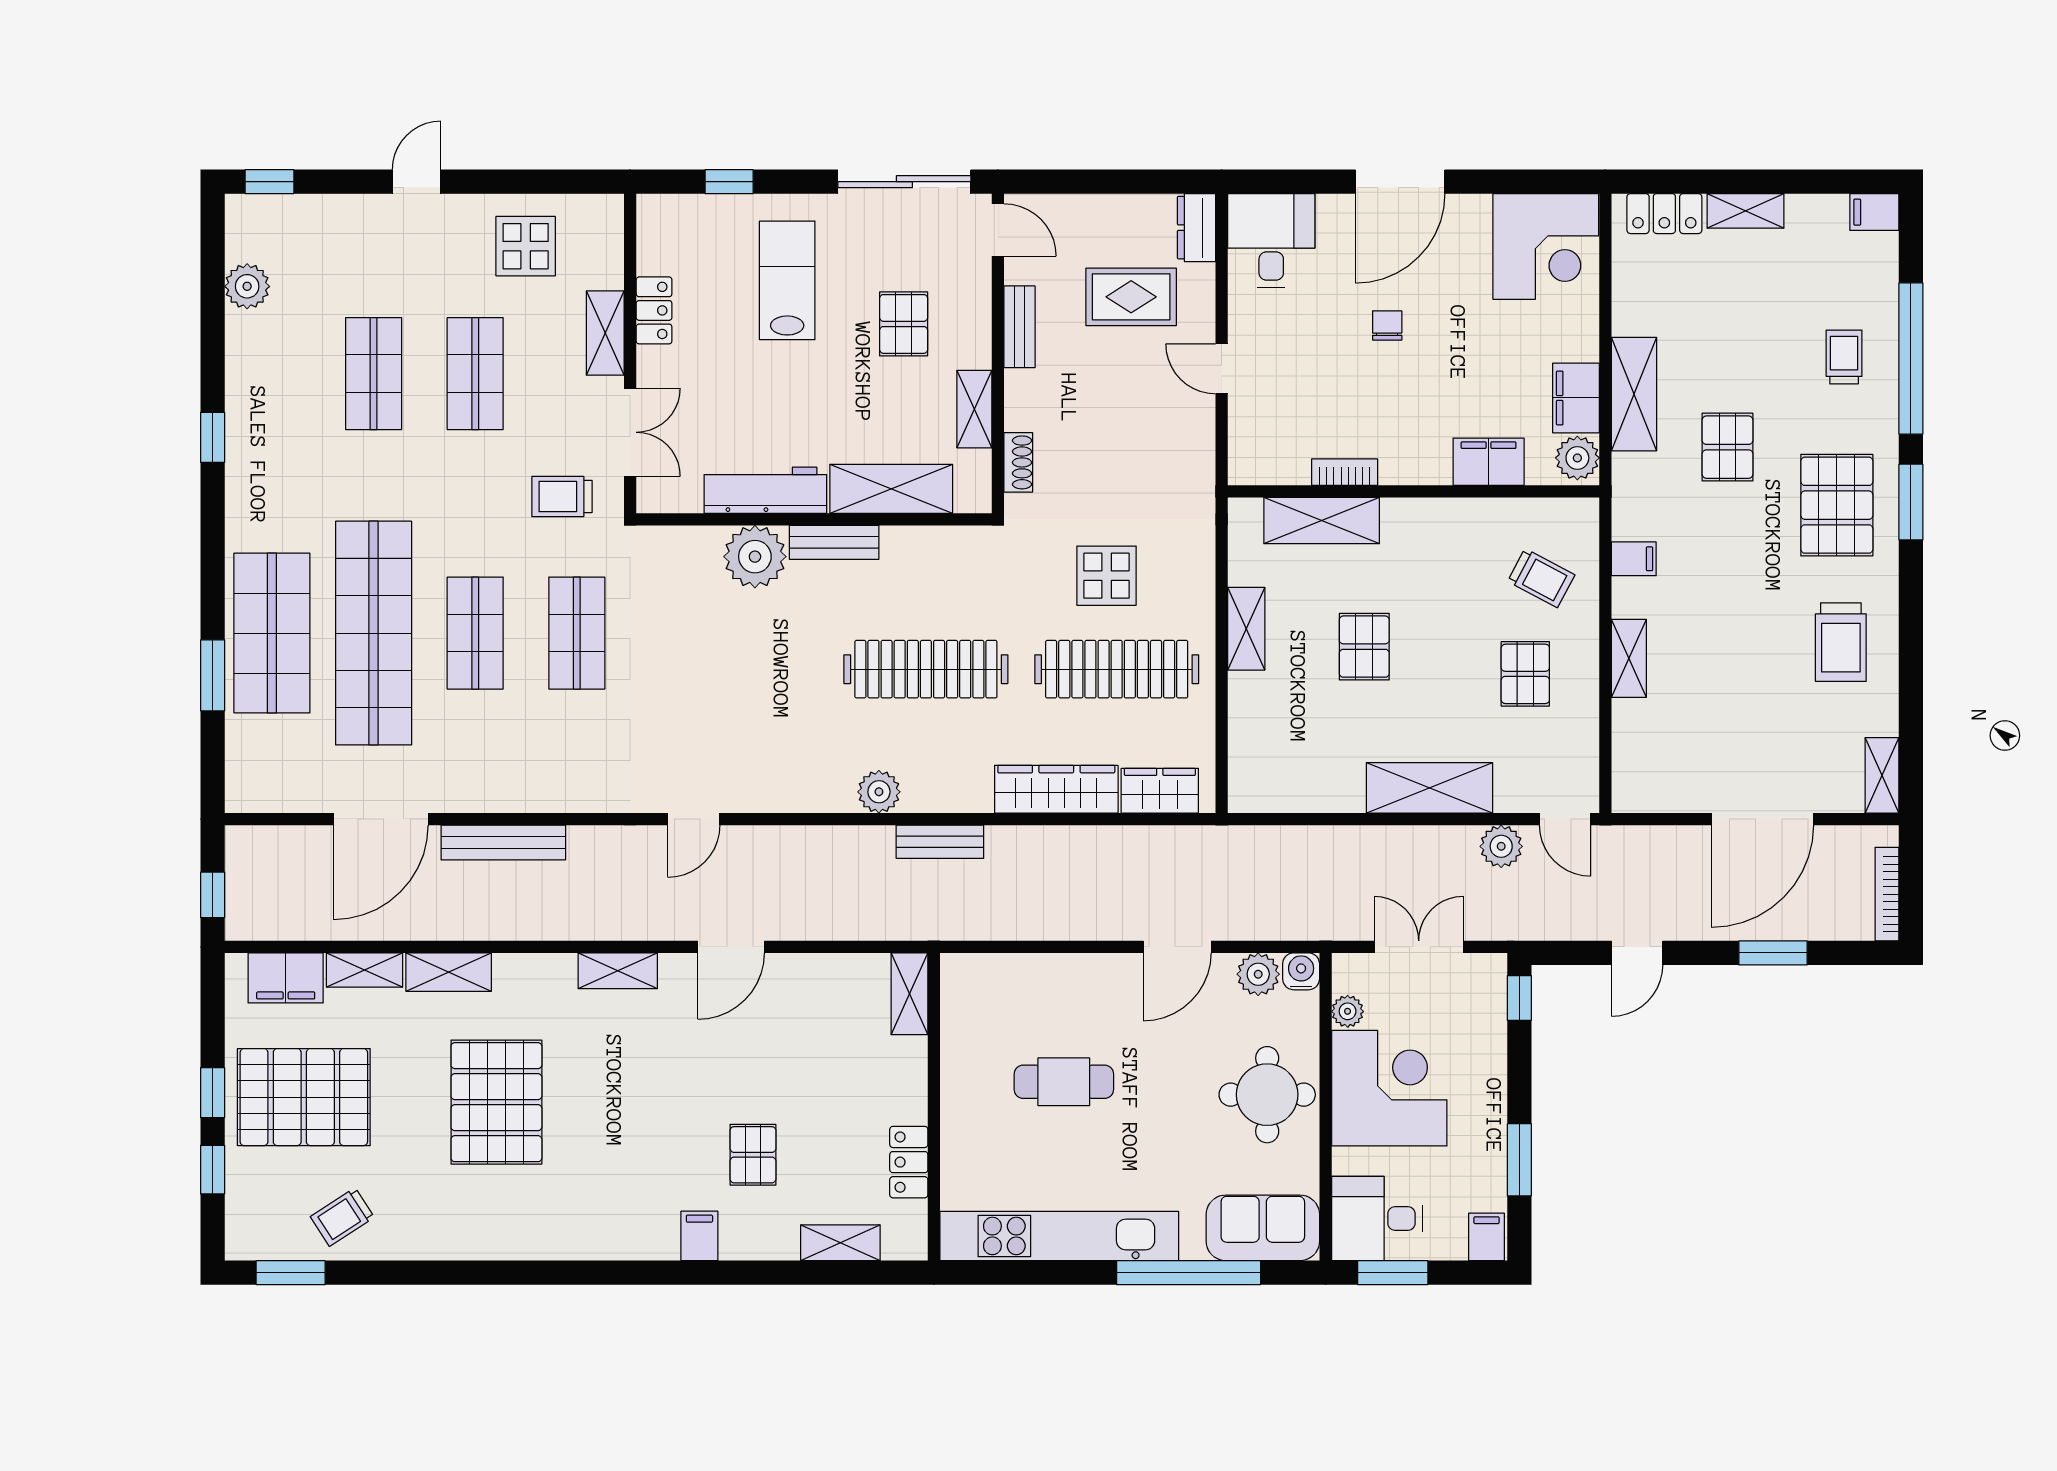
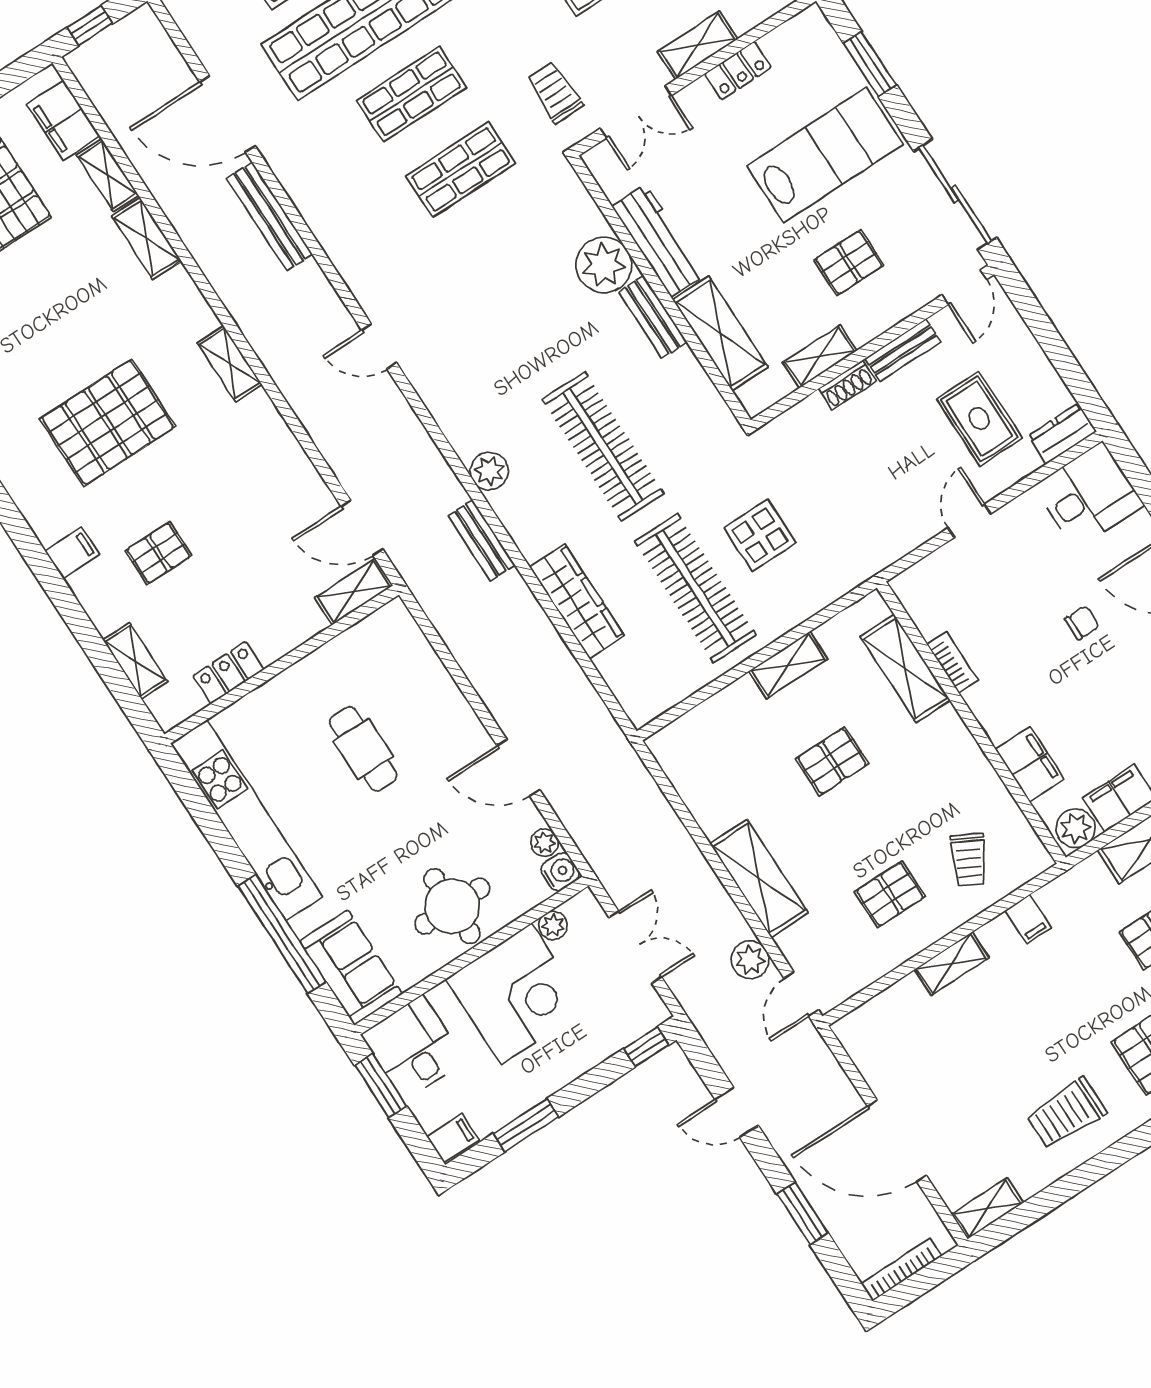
window: (729, 182) -> (870, 64), width x1.50
lab bench: (787, 280) -> (825, 155), width x1.36, depth x1.39
shoe rack: (1018, 462) -> (847, 385), moved
wardrobe: (1160, 791) -> (626, 679), removed
door: (731, 947) -> (362, 528), moved
plant: (1258, 974) -> (544, 843), width x0.73, depth x0.73
pallet: (496, 1102) -> (108, 423), moved

